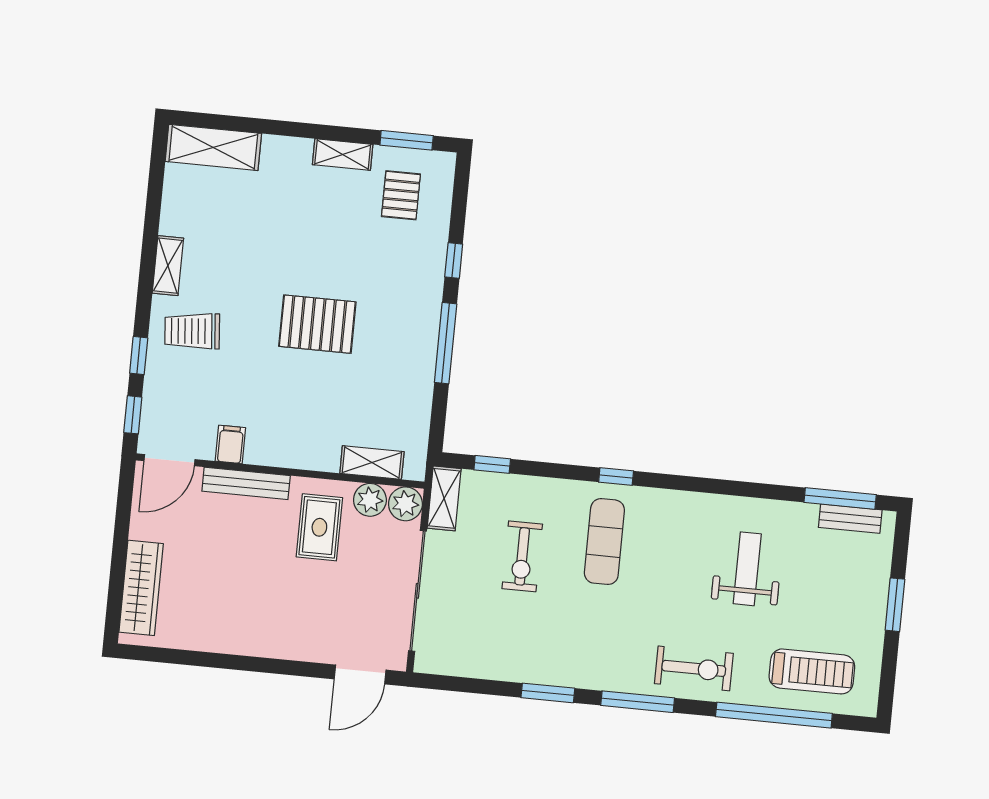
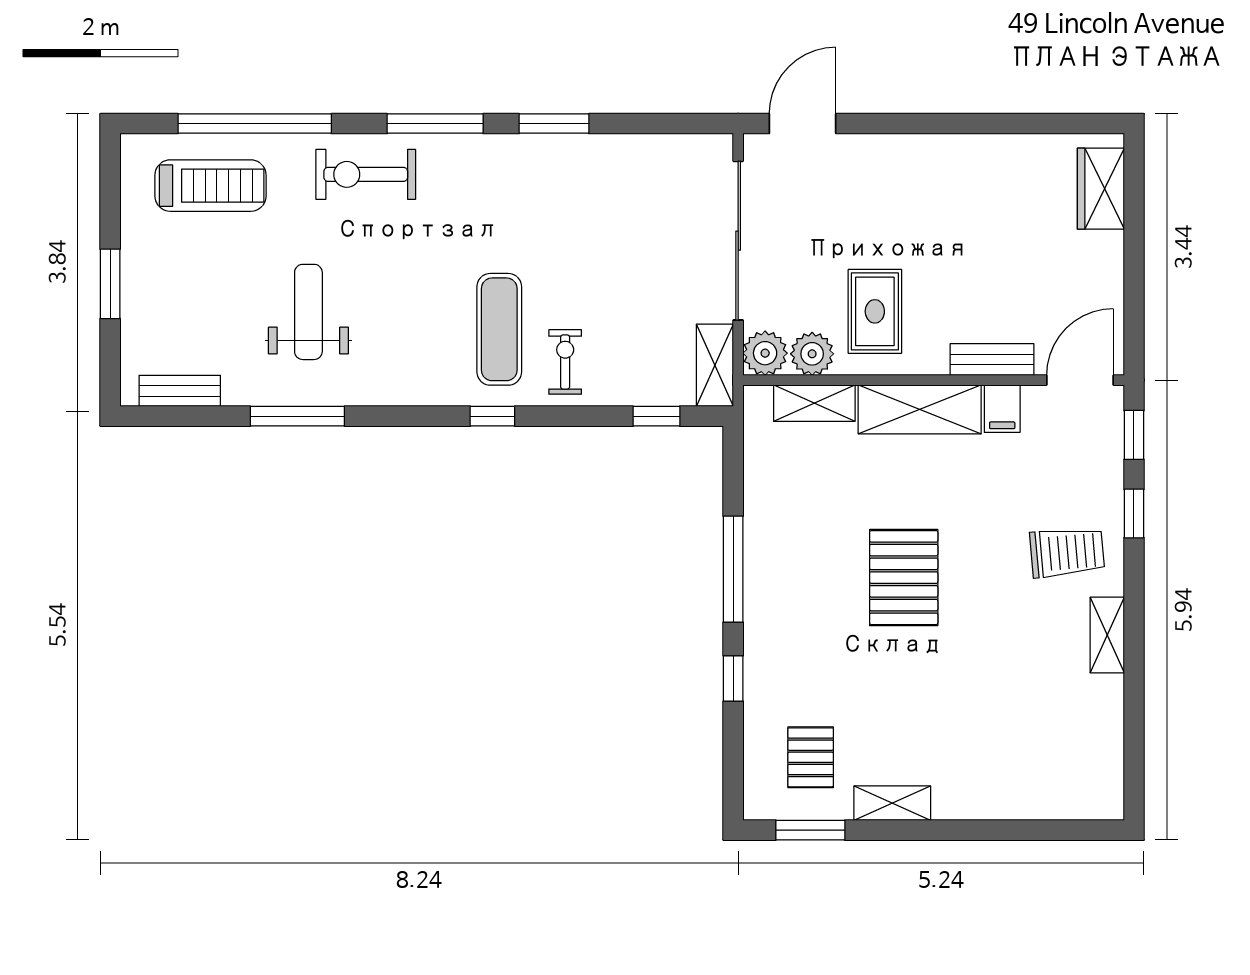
shelving: (213, 147) -> (920, 409), moved
pallet: (317, 324) -> (904, 578), turned 90
bench: (246, 483) -> (992, 359), width x0.73
window: (840, 498) -> (297, 416), moved
exercise bike: (522, 556) -> (565, 362), moved, width x0.73, depth x0.72
weight bench: (747, 569) -> (308, 312), turned 180
wardrobe: (141, 588) -> (1101, 189), width x0.67
treadmill: (812, 671) -> (210, 186), turned 180

